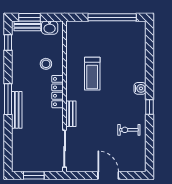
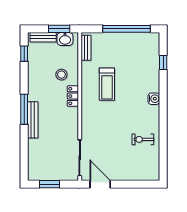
window: (29, 17) -> (59, 29), moved
locker: (58, 92) -> (73, 96), width x0.66
window: (150, 107) -> (163, 62), moved
bench: (71, 114) -> (86, 48), moved
door: (108, 175) -> (100, 184), moved

